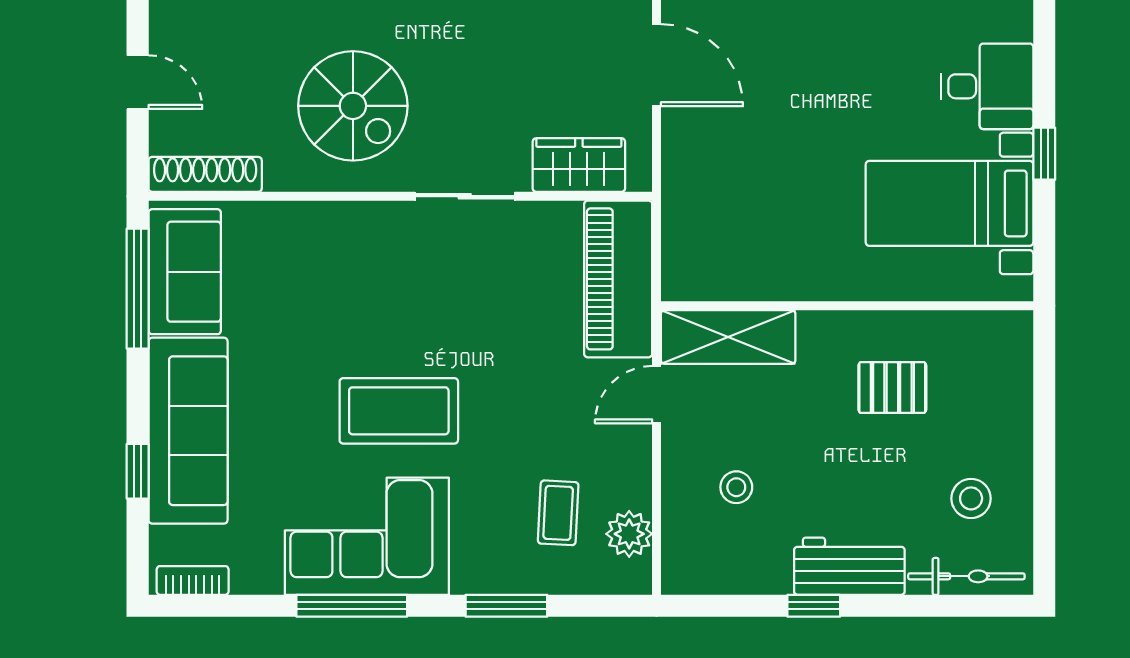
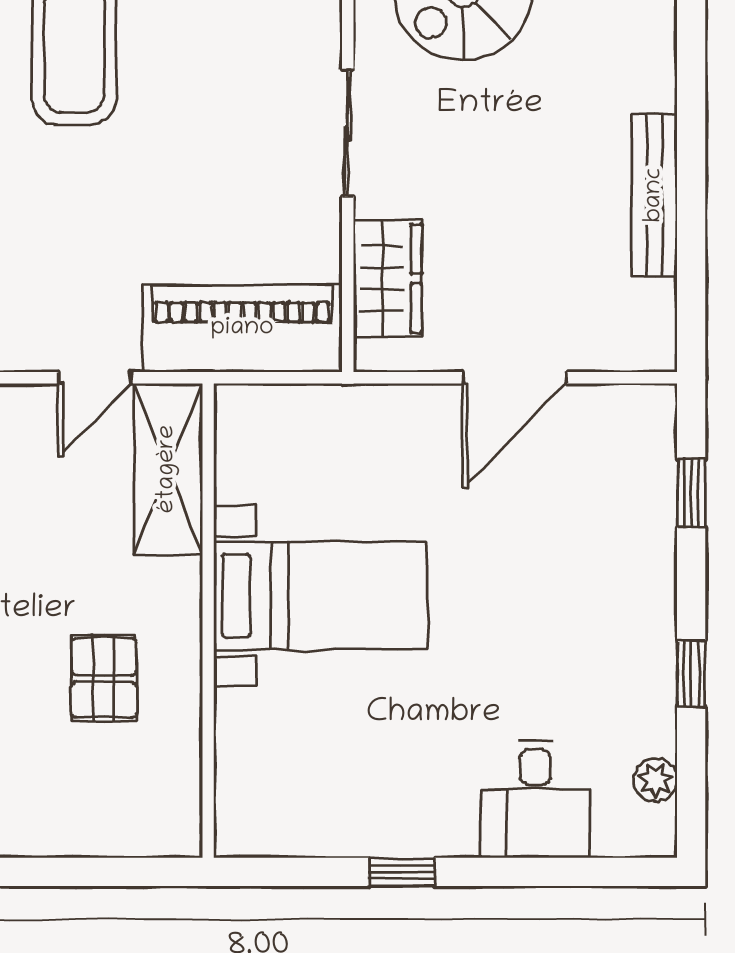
desk: (987, 86) -> (535, 799), moved
bed with nightstands: (950, 203) -> (321, 596), moved, turned 90
door: (657, 395) -> (95, 378), swing flipped

